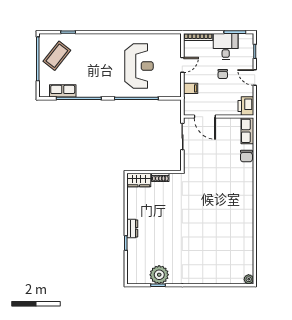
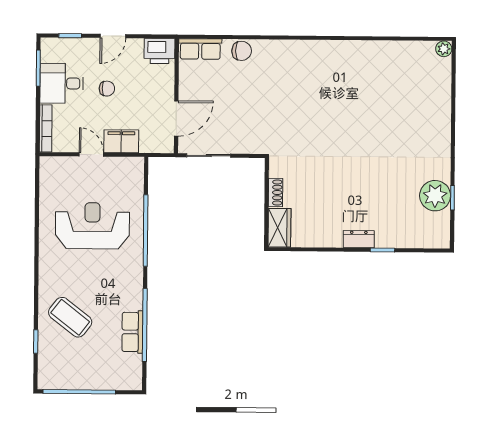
coffee table: (57, 56) -> (70, 317), moved
filing cabinet: (191, 88) -> (121, 141), width x2.00
row of seats: (63, 91) -> (132, 332), moved

